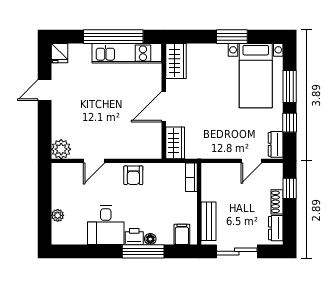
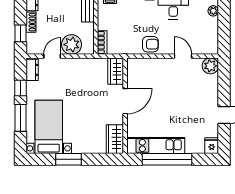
door: (94, 161) -> (183, 56), hinge flipped
armchair: (133, 175) -> (150, 44), turned 90
plant: (228, 175) -> (72, 45), added

